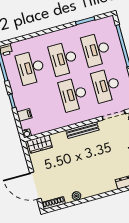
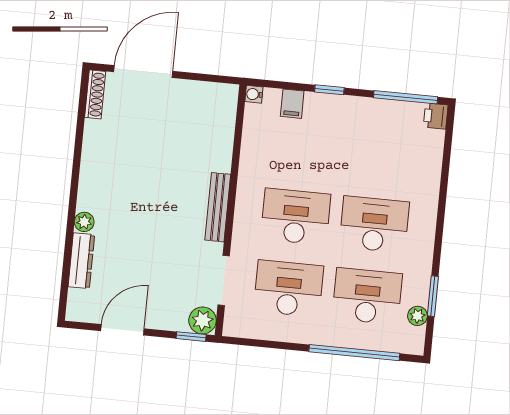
plant: (96, 24) -> (418, 316), added
desk: (31, 68) -> (381, 152), removed
wardrobe: (40, 144) -> (223, 112), removed
plant: (76, 196) -> (84, 222), moved

